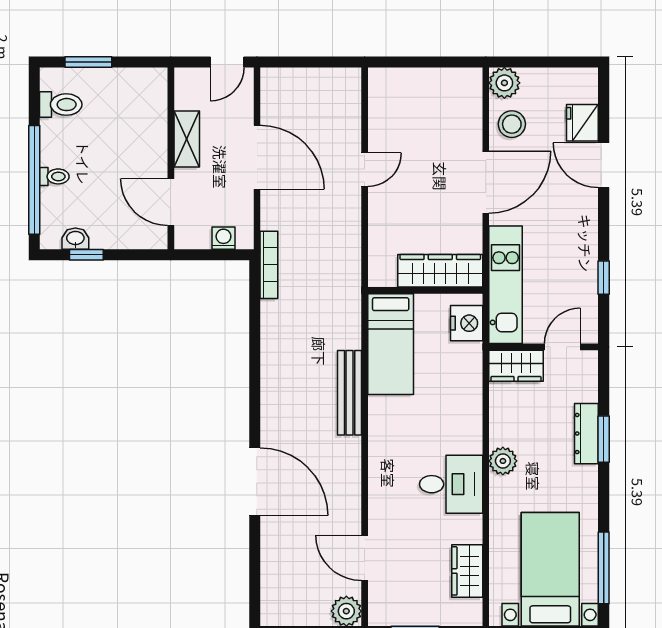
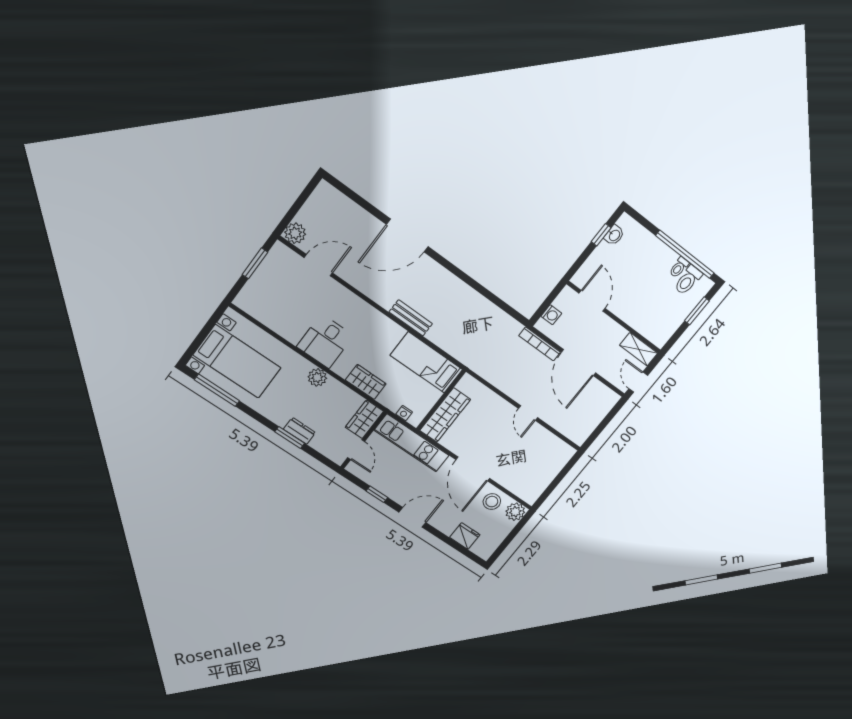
shelving: (187, 139) -> (639, 349), moved
door: (257, 157) -> (579, 363), hinge flipped
door: (604, 165) -> (412, 517), moved
toilet: (54, 176) -> (679, 267), moved
window: (34, 180) -> (685, 254), moved
door: (171, 202) -> (592, 301), hinge flipped
bookcase: (269, 265) -> (540, 344), moved
nightstand: (467, 323) -> (404, 413), width x0.53, depth x0.56
bench: (350, 393) -> (411, 318), width x0.73
dresser: (586, 434) -> (300, 431), width x0.70
wardrobe: (467, 571) -> (366, 382), moved

